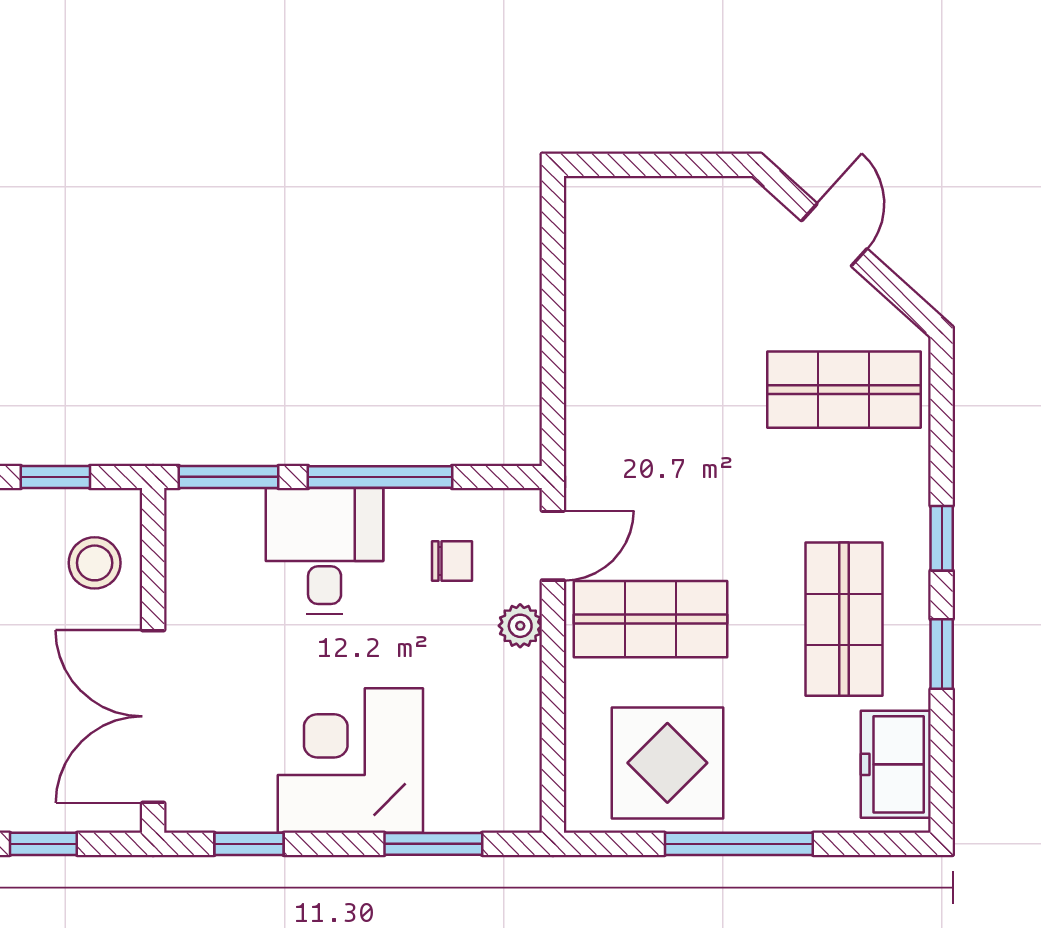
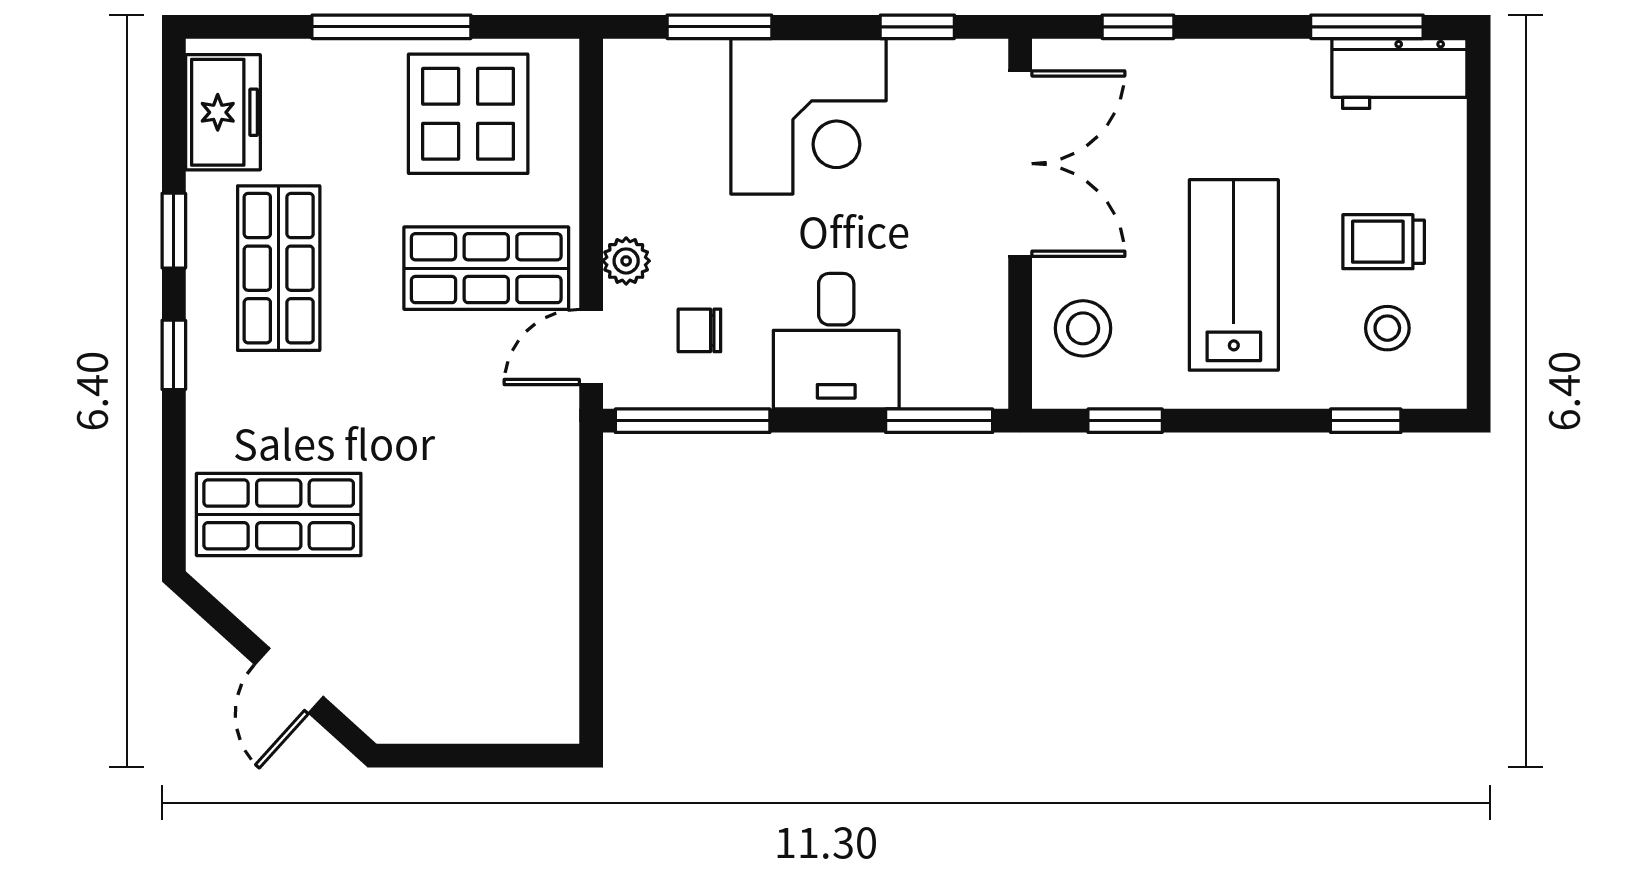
window: (380, 477) -> (693, 421), moved

